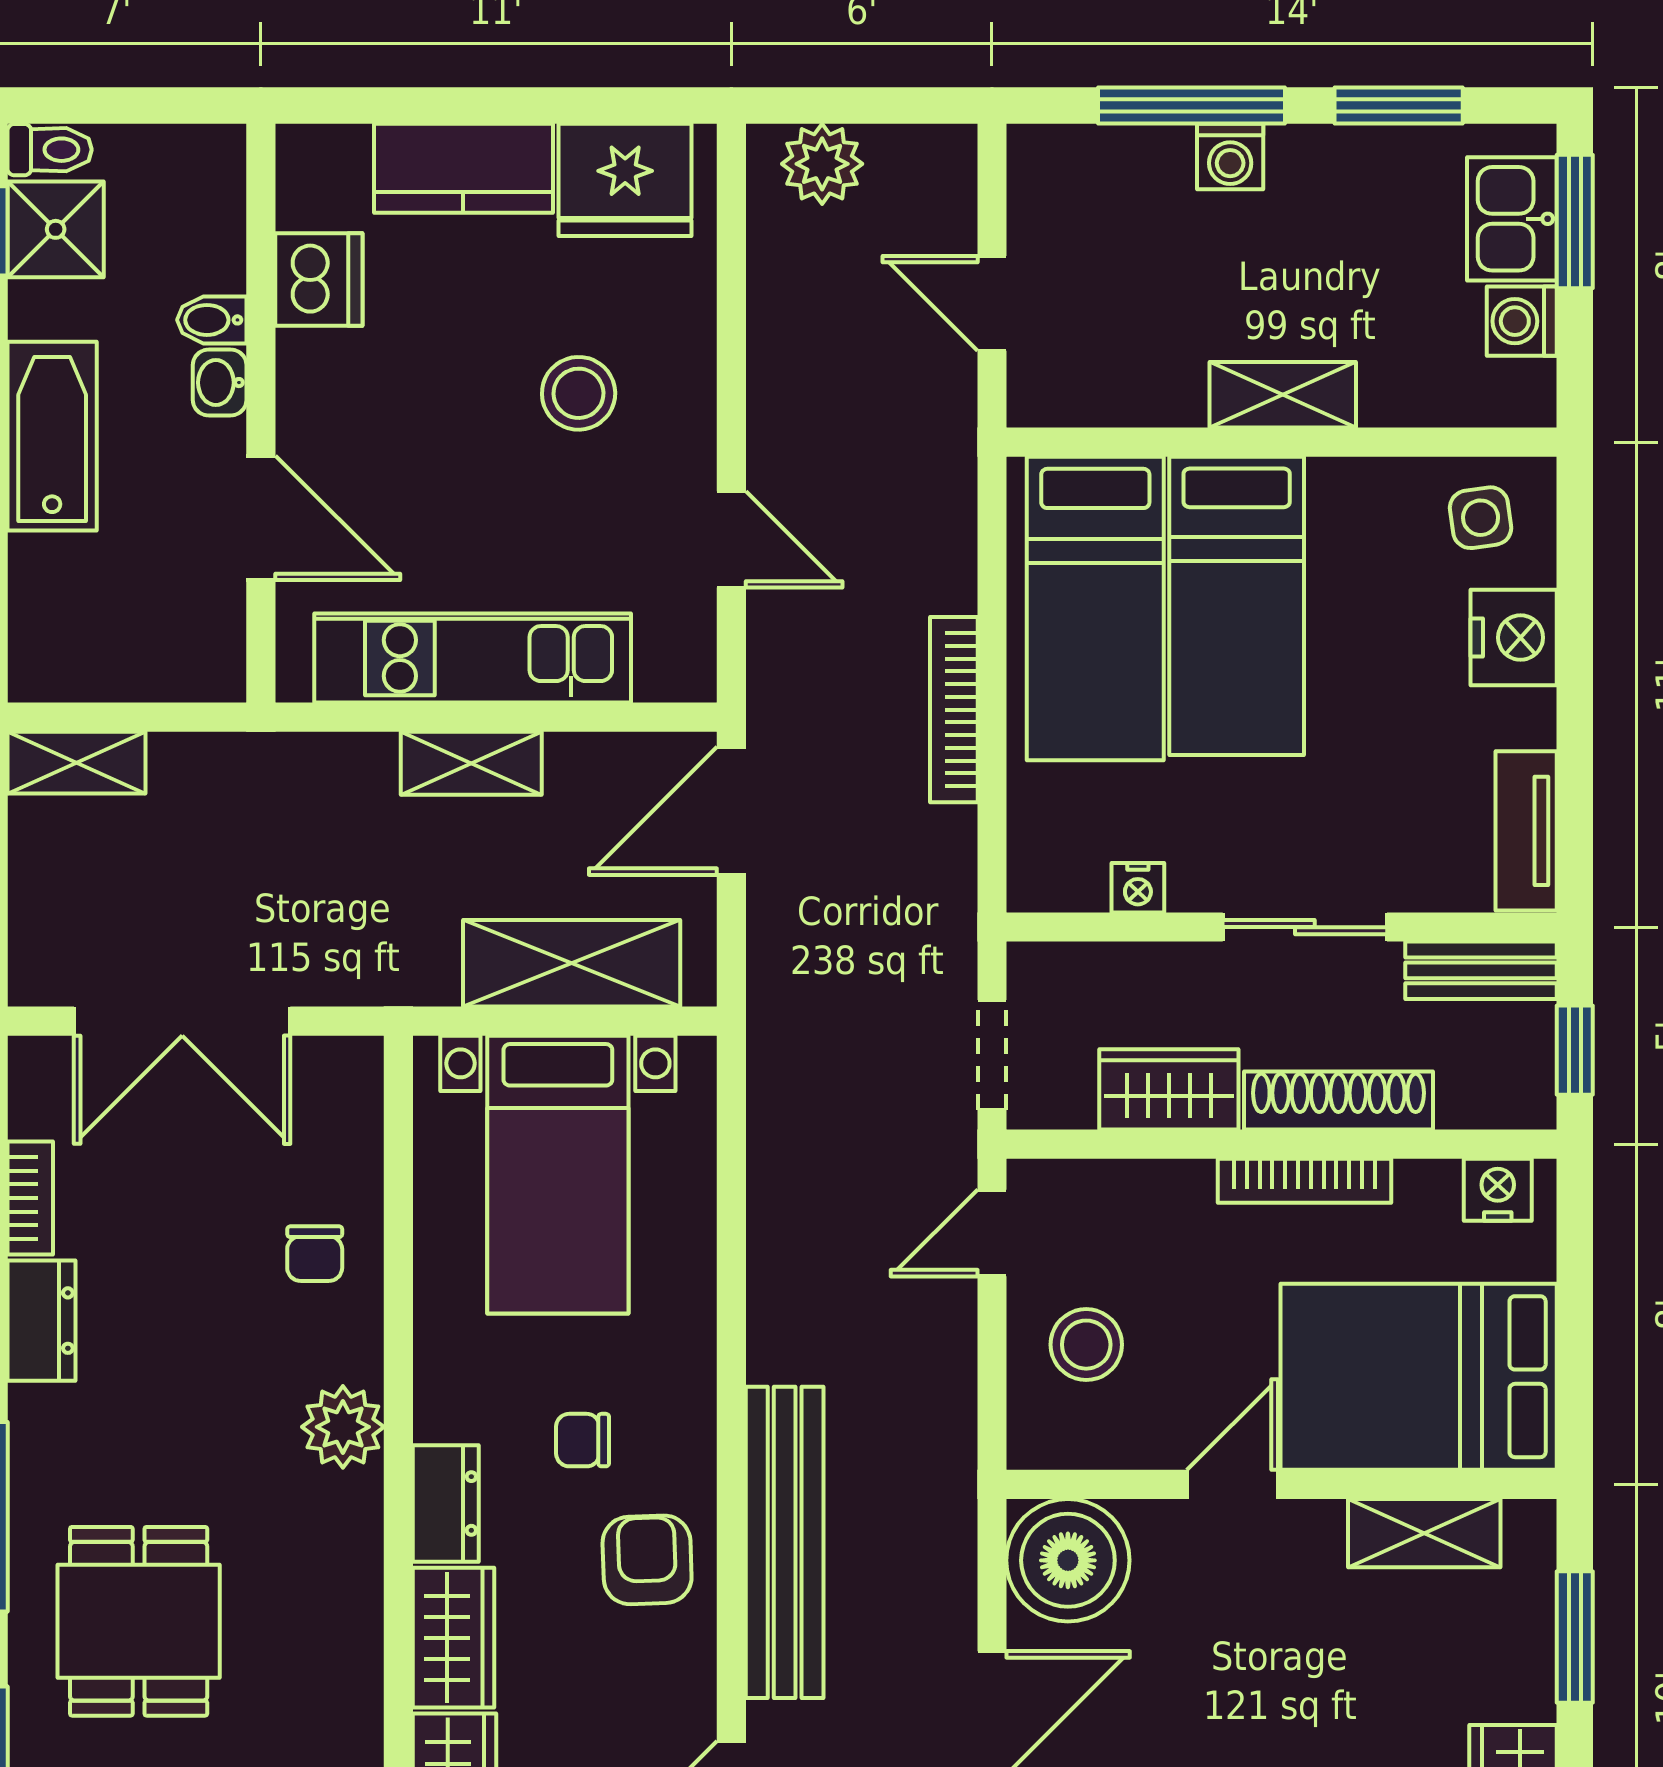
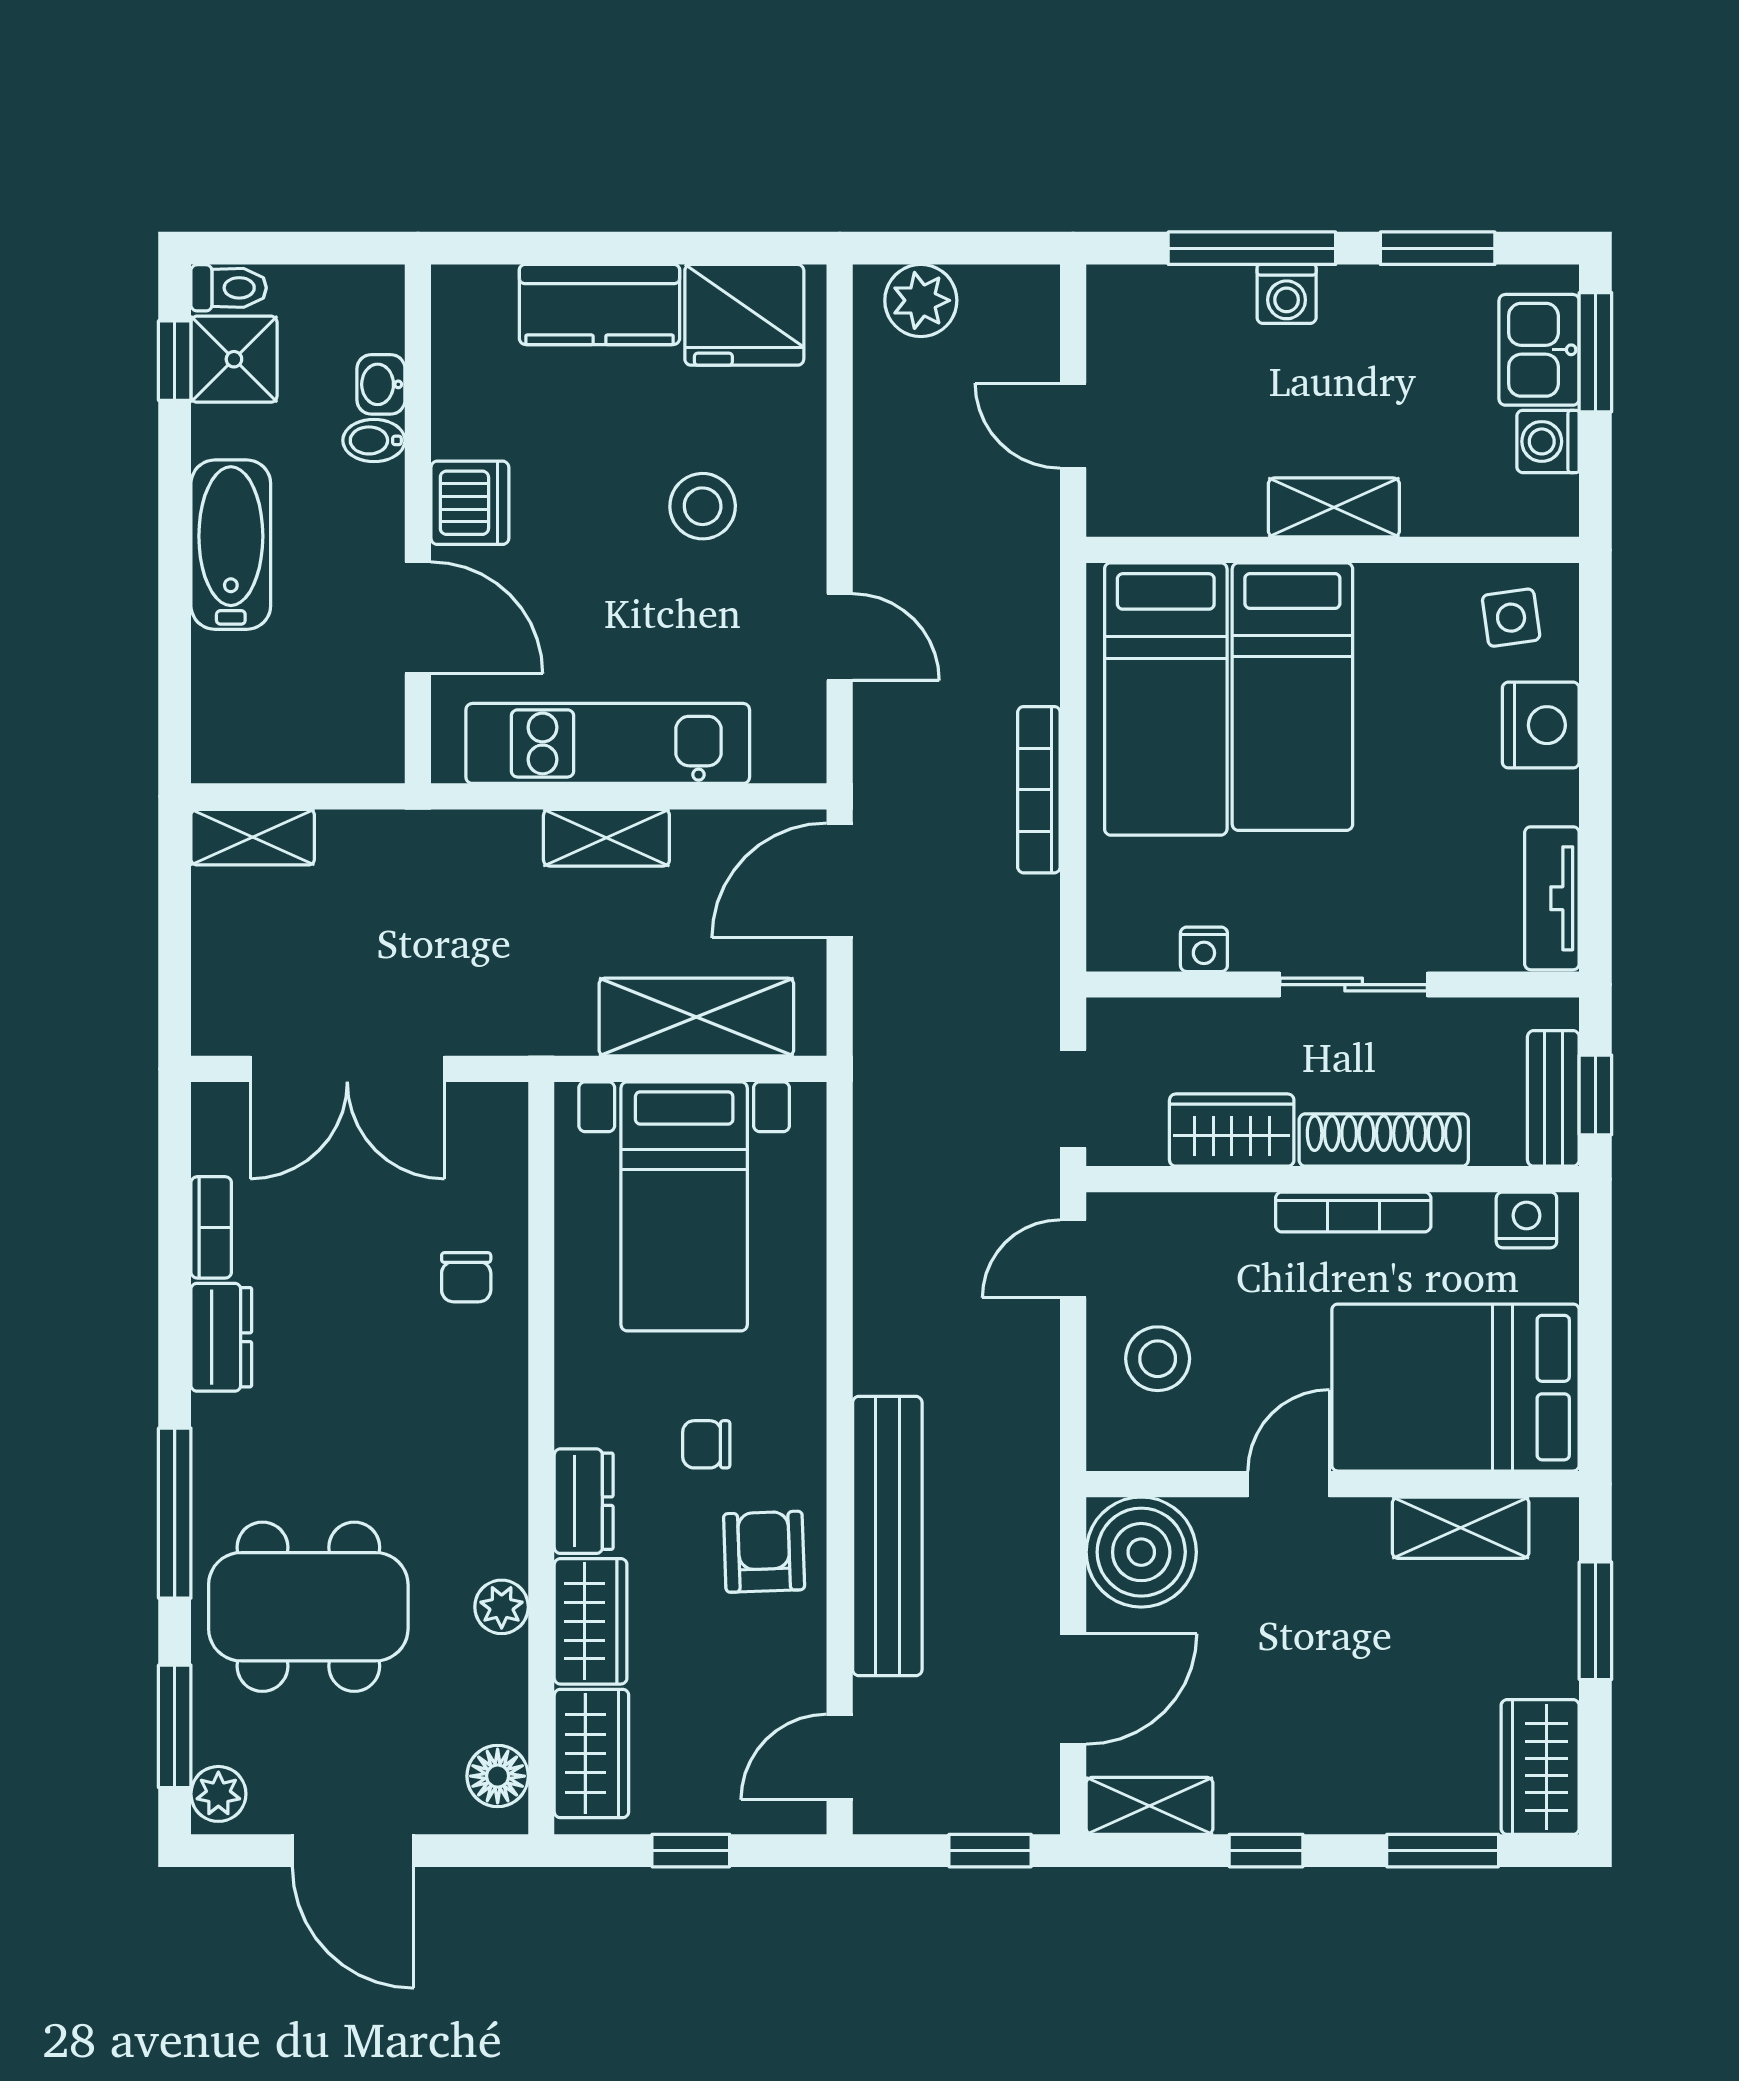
dishwasher: (319, 280) -> (470, 503), moved
washbasin: (220, 383) -> (381, 384), moved
bench: (1481, 970) -> (1553, 1098), moved, turned 90
plant: (343, 1427) -> (502, 1607), moved, width x0.73, depth x0.73
dining table: (139, 1621) -> (308, 1607), width x1.38

